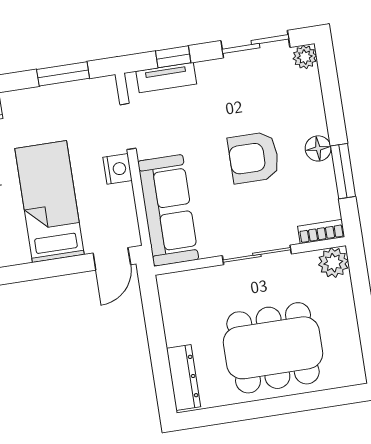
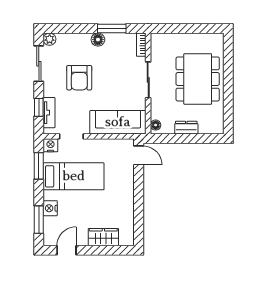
armchair: (254, 158) -> (79, 78), moved
nightstand: (117, 169) -> (50, 145), moved
bed: (49, 202) -> (74, 176), moved, turned 180
plant: (333, 263) -> (158, 41), removed
floor lamp: (174, 282) -> (156, 125), added
dresser: (184, 377) -> (186, 128), moved, width x0.70

